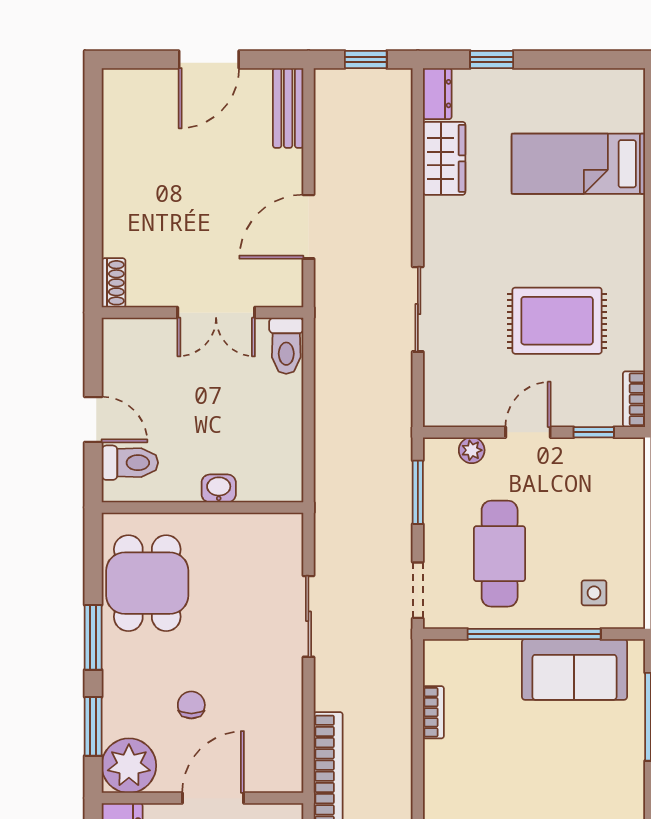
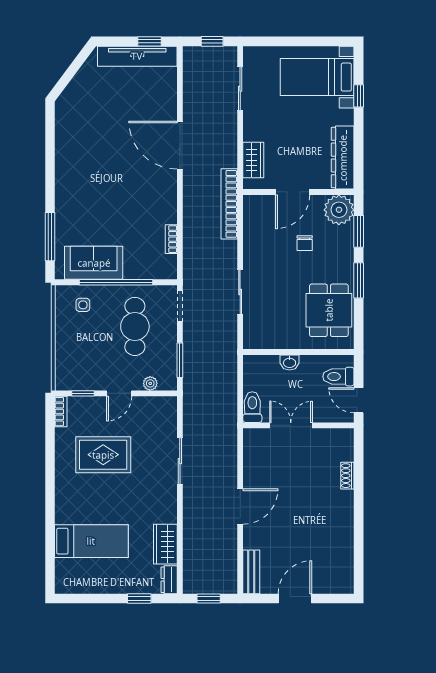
wall: (202, 313) -> (298, 425), moved
double door: (216, 313) -> (291, 425), moved
toilet: (286, 346) -> (252, 407), moved

